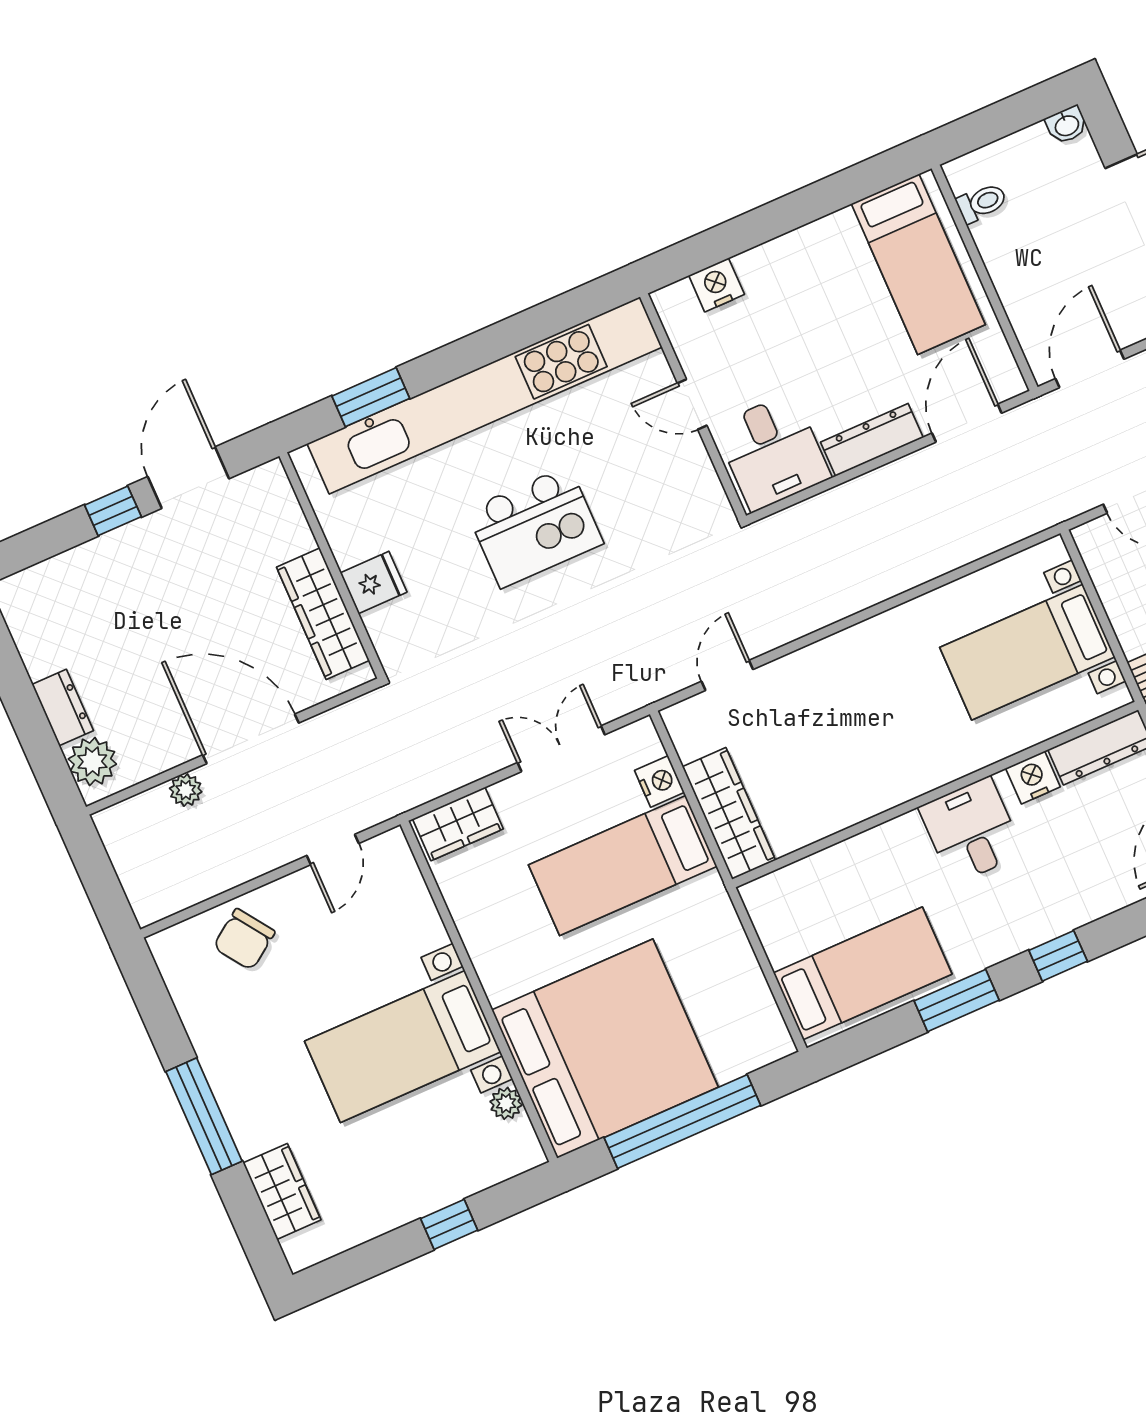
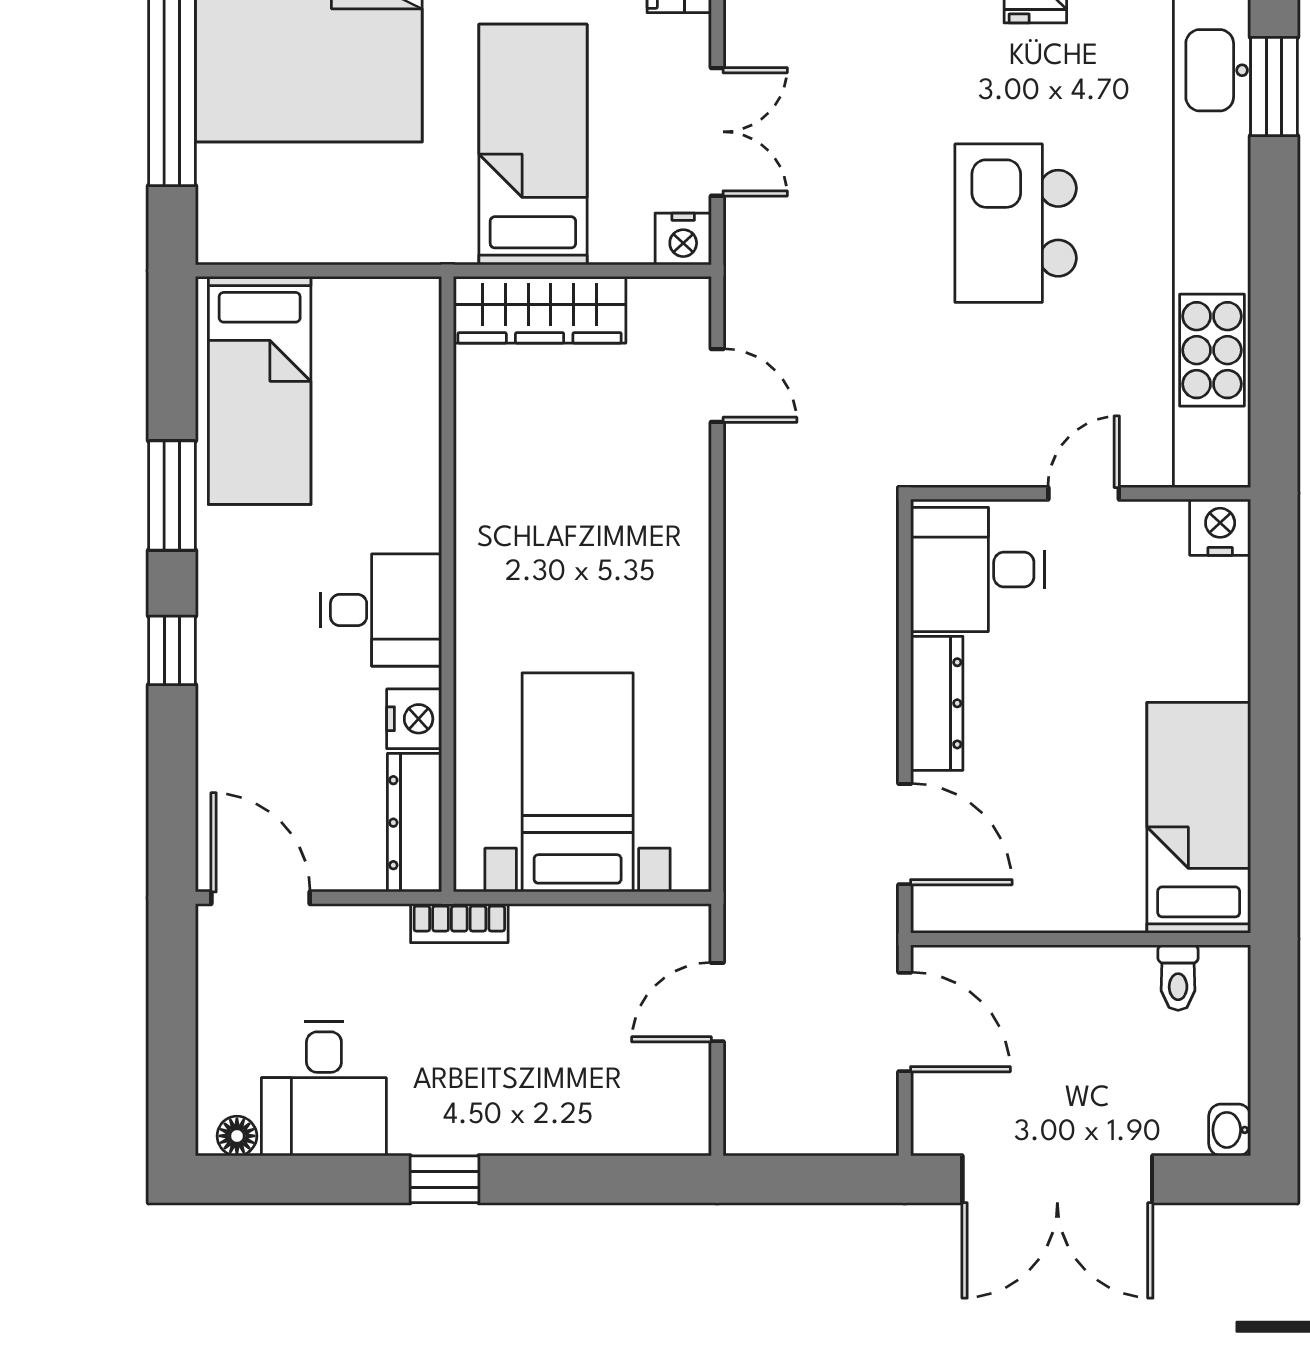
bed: (918, 264) -> (1199, 818), moved, turned 90
nightstand: (717, 285) -> (1220, 527), moved, turned -90
nightstand: (659, 781) -> (683, 239), moved

